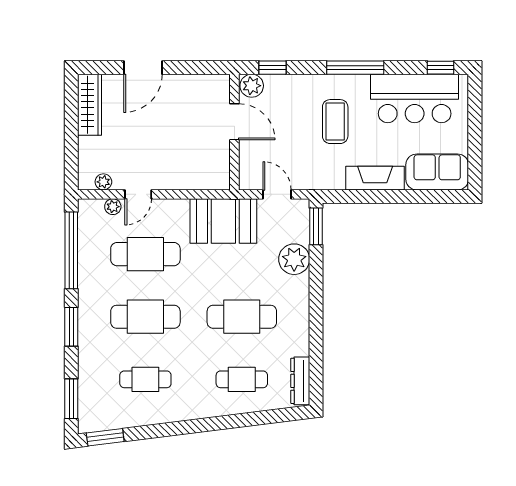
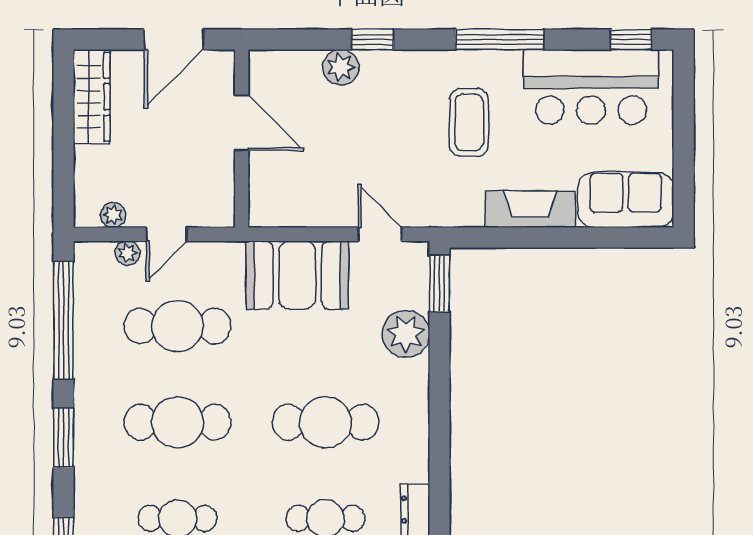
door: (234, 122) -> (242, 123), moved
wall: (234, 132) -> (242, 139), moved

